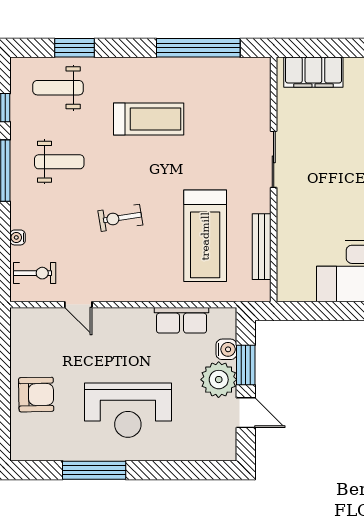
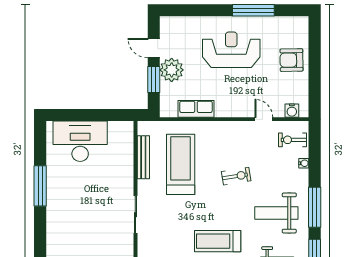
weight bench: (59, 162) -> (276, 213), width x1.36, depth x1.33
water cooler: (226, 349) -> (292, 111), moved, turned -90

